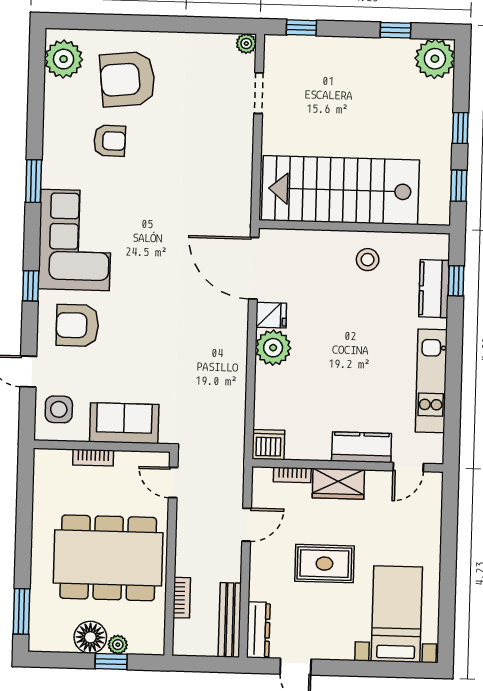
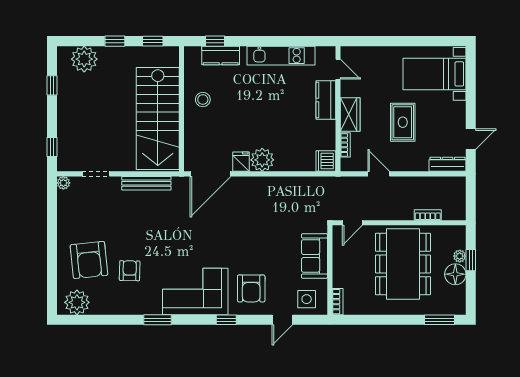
plant: (435, 59) -> (84, 59), moved
bookcase: (93, 458) -> (338, 302), moved
bench: (230, 620) -> (146, 183), moved

